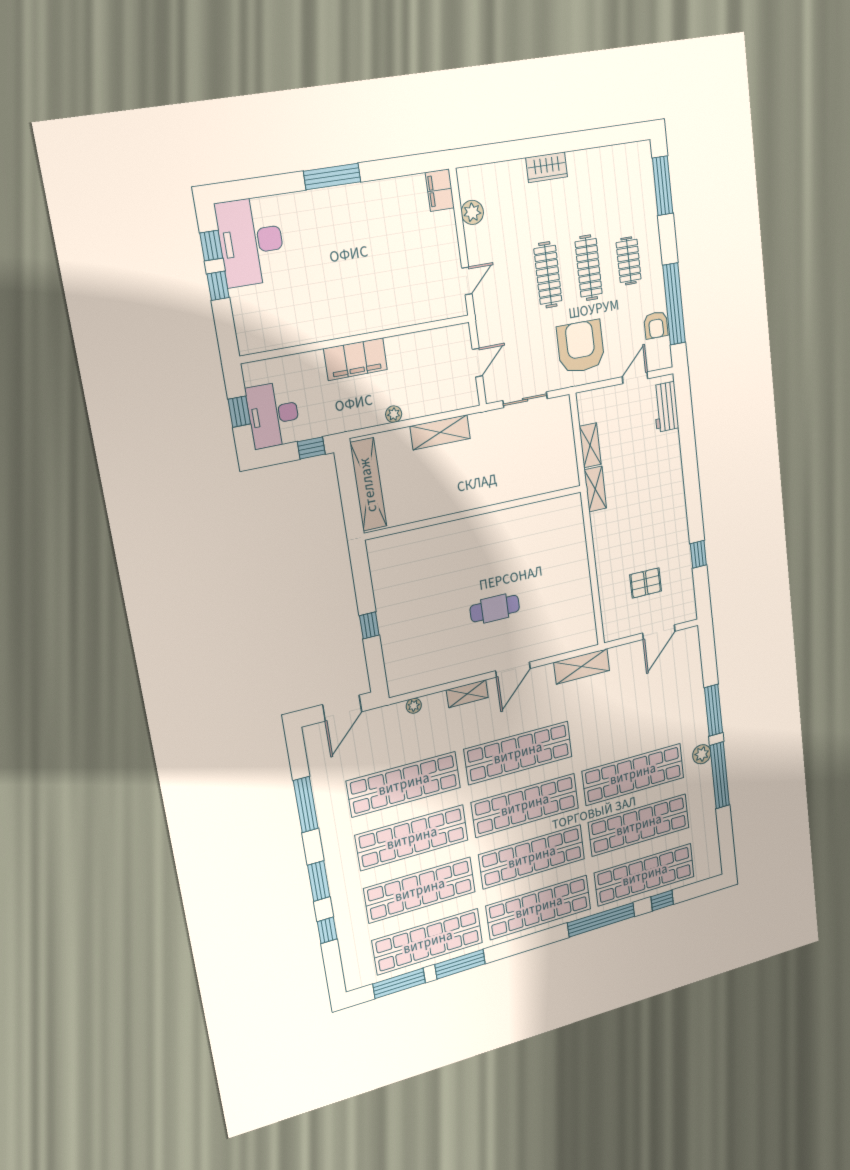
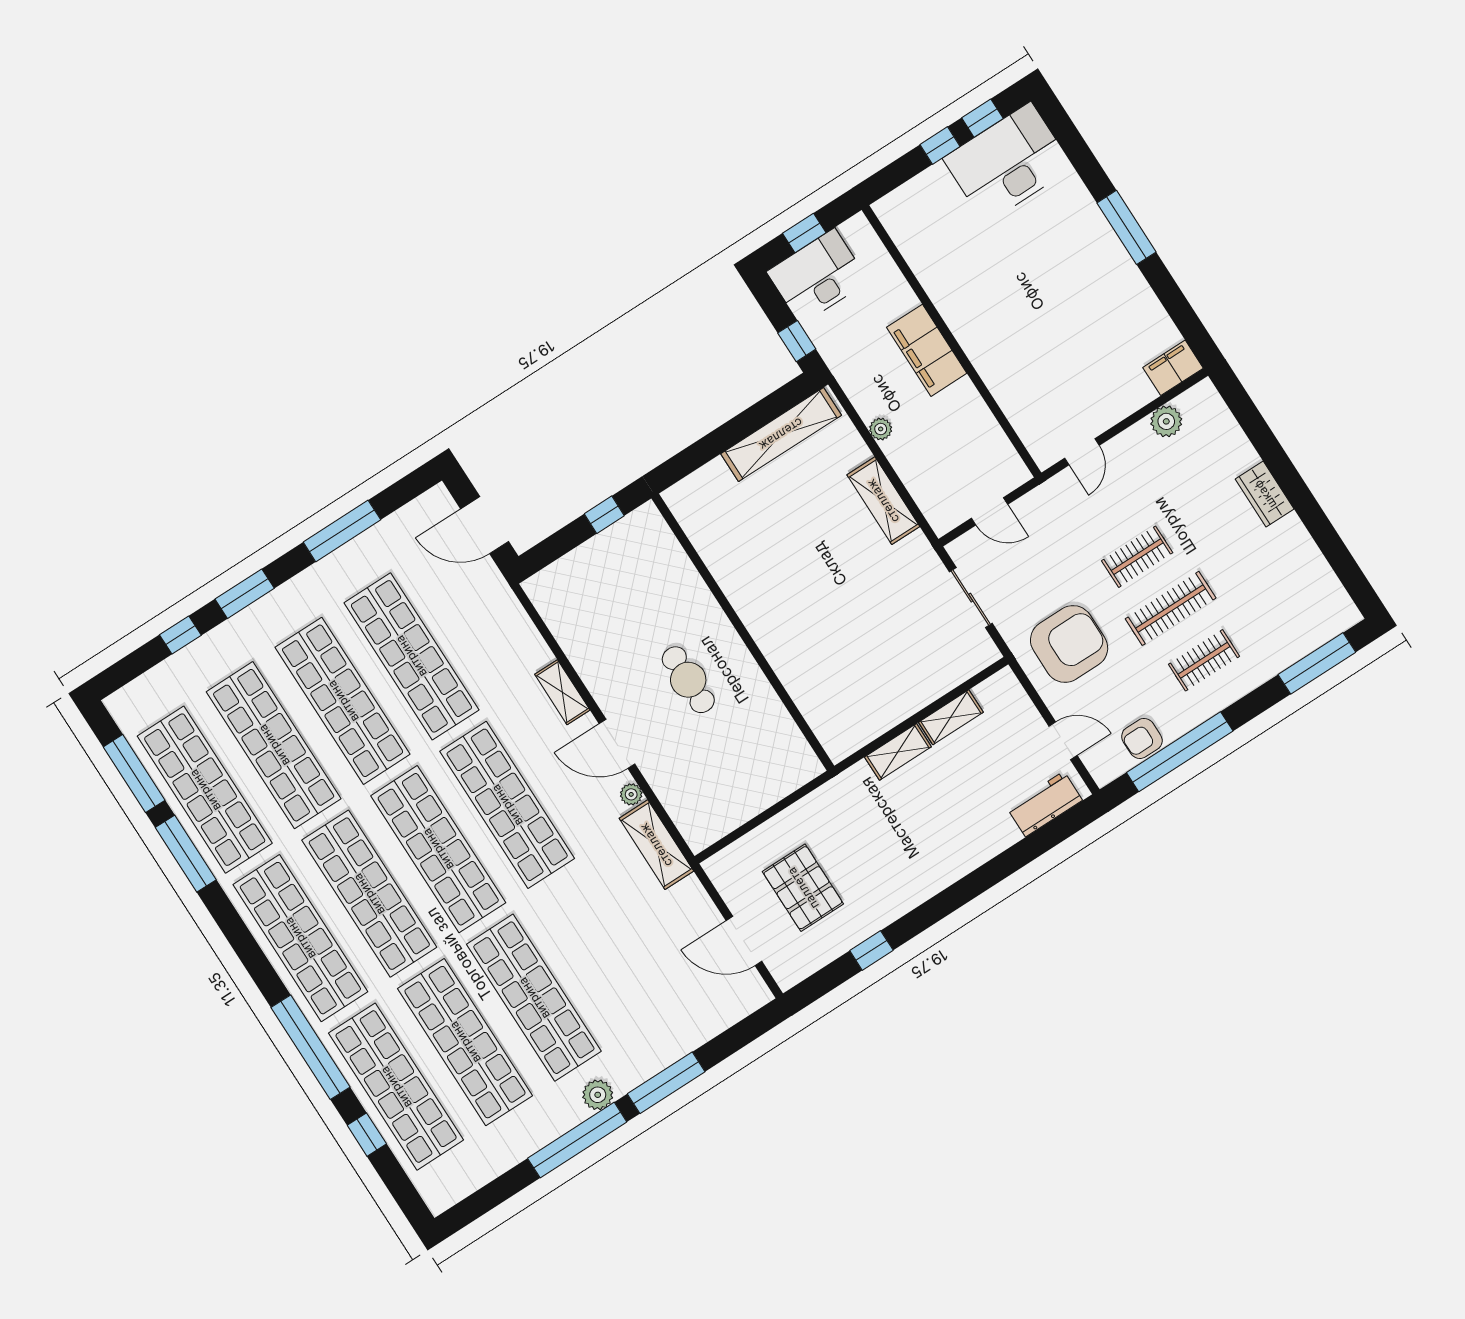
clothes rail: (548, 275) -> (1137, 557), width x0.73
door: (467, 281) -> (1082, 452), hinge flipped
wall: (475, 512) -> (743, 632), moved
pallet: (646, 583) -> (803, 888), width x1.50, depth x1.42
plant: (414, 706) -> (631, 794), moved

